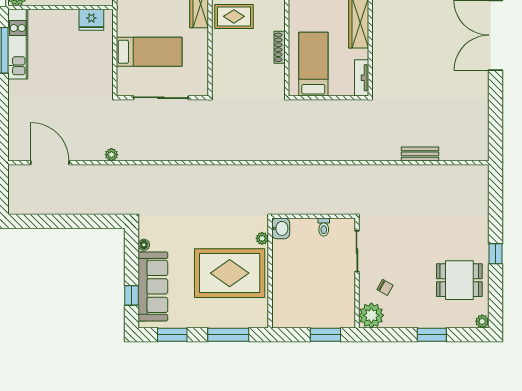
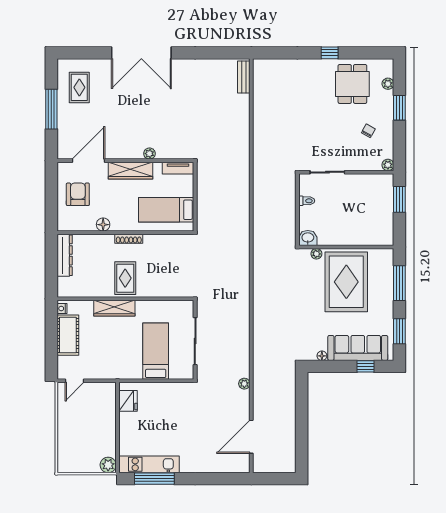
plant: (379, 45) -> (149, 154), added
shoe rack: (280, 47) -> (129, 239), moved
bench: (420, 154) -> (244, 77), moved
chair: (385, 287) -> (368, 131), moved
plant: (371, 315) -> (388, 165), width x0.53, depth x0.53
plant: (482, 321) -> (388, 84), moved

